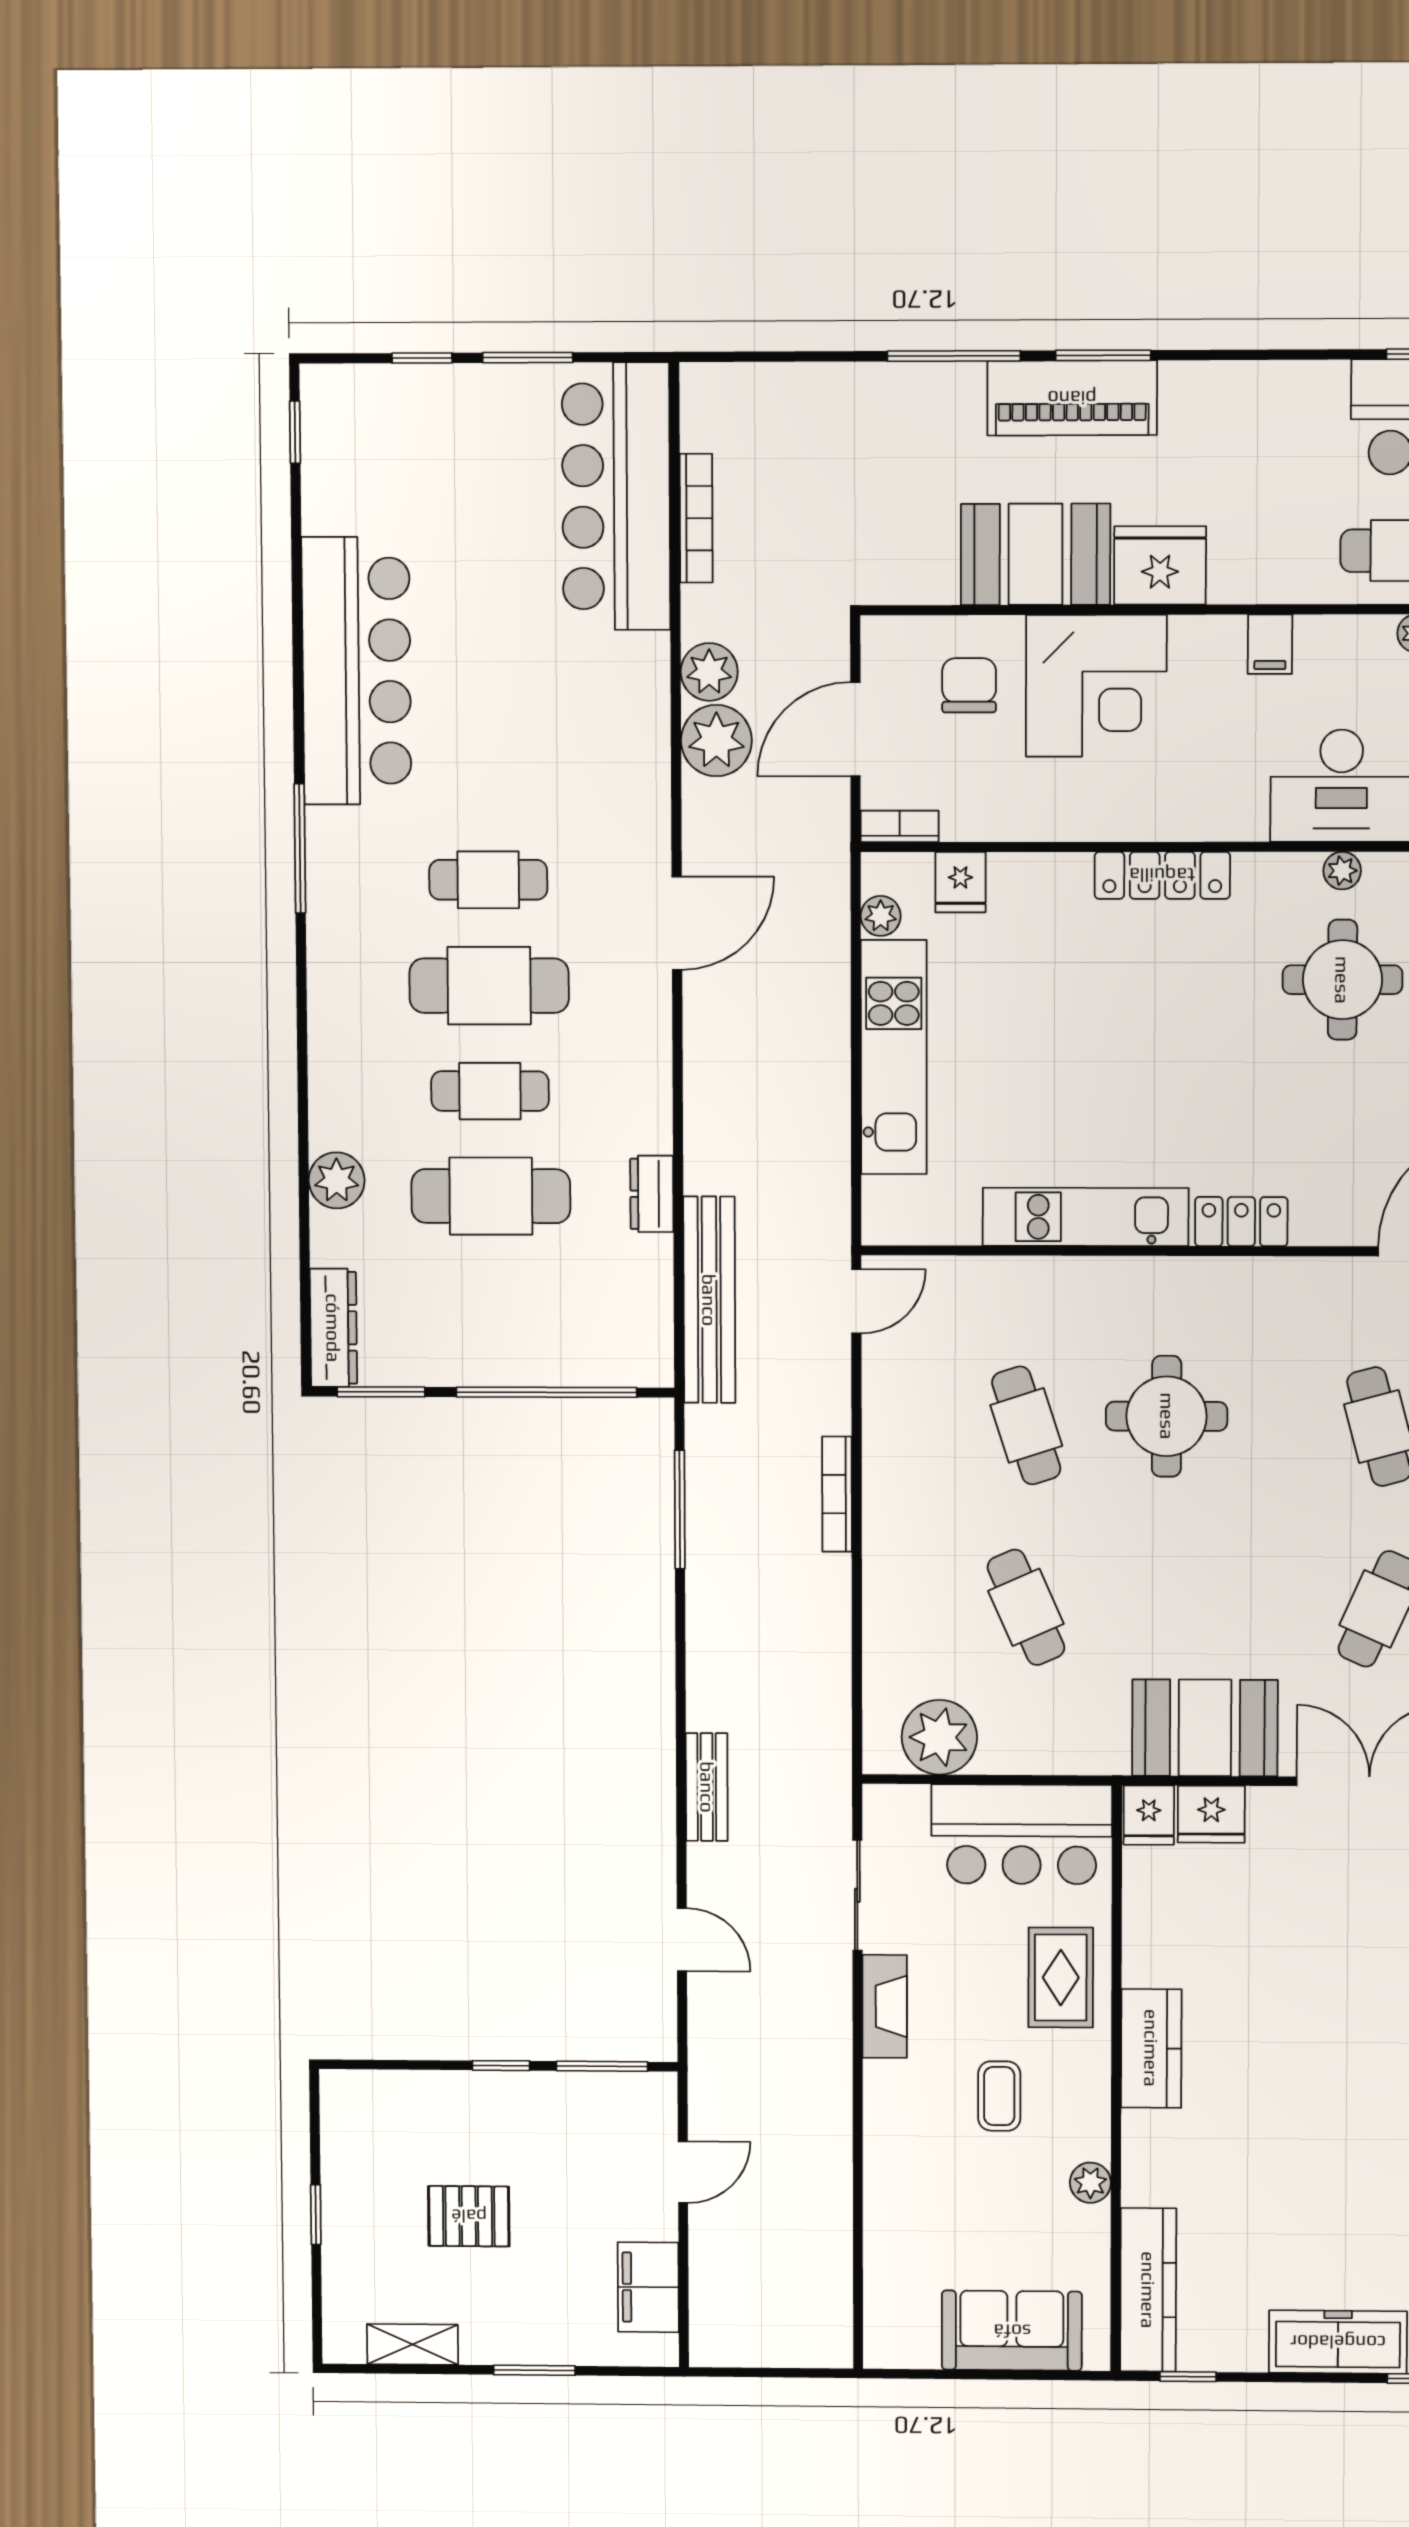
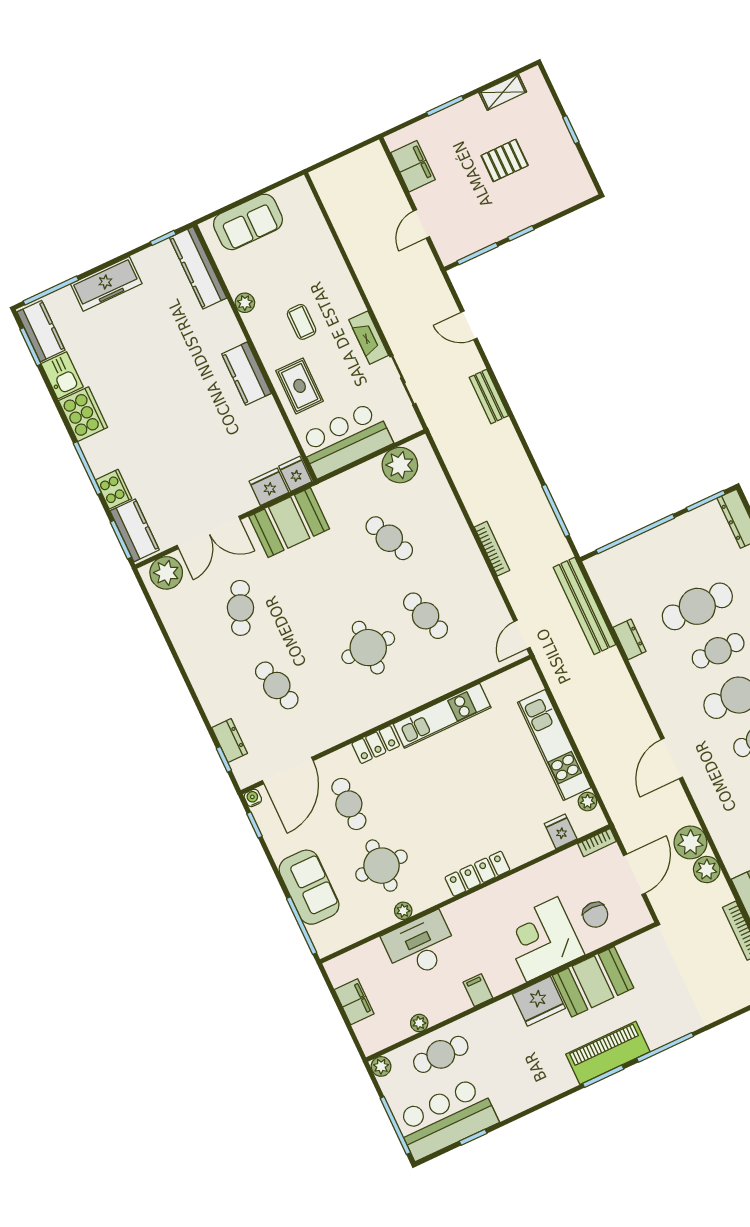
cafe table: (1349, 1130) -> (349, 804), added

